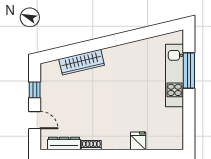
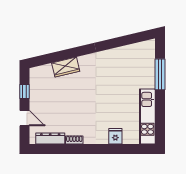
wardrobe: (82, 62) -> (66, 67), width x0.67
kitchen unit: (175, 75) -> (147, 117), moved

